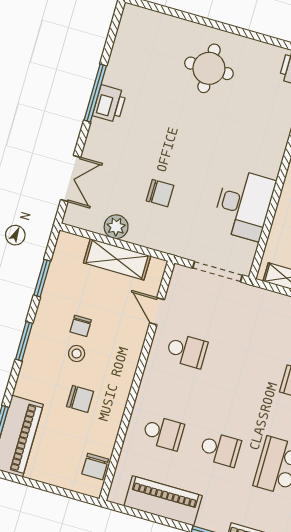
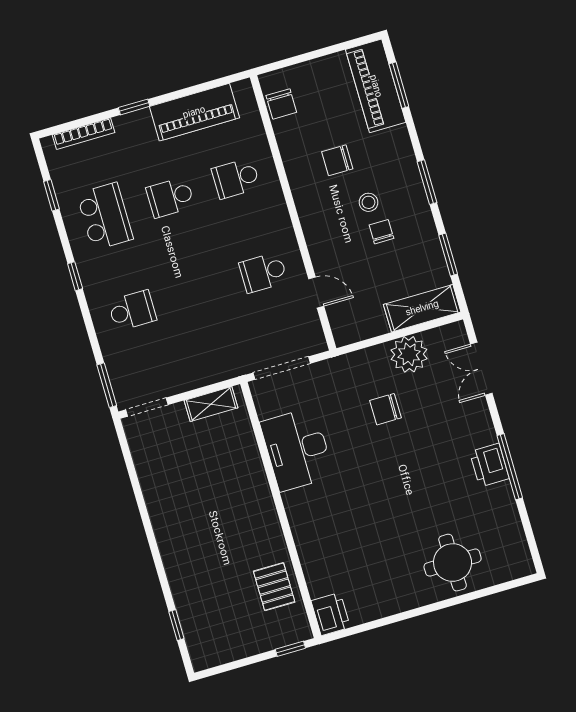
round table: (209, 68) -> (453, 563), moved
plant: (116, 227) -> (409, 354), width x1.36, depth x1.36
shelving: (117, 259) -> (422, 308), moved
chair: (95, 467) -> (281, 104), turned 180

